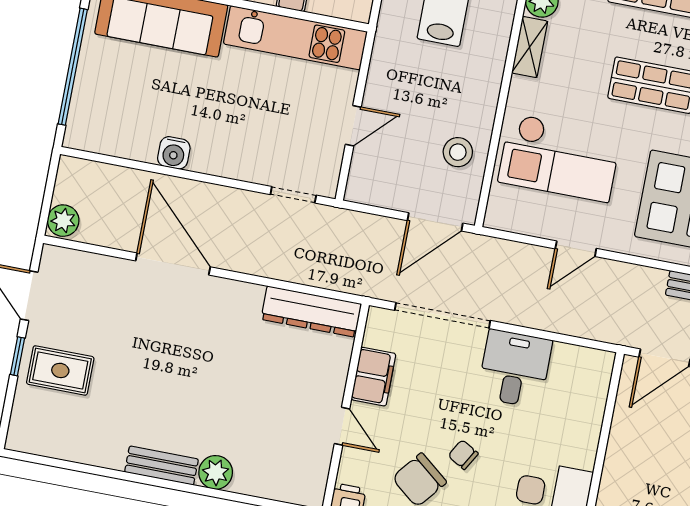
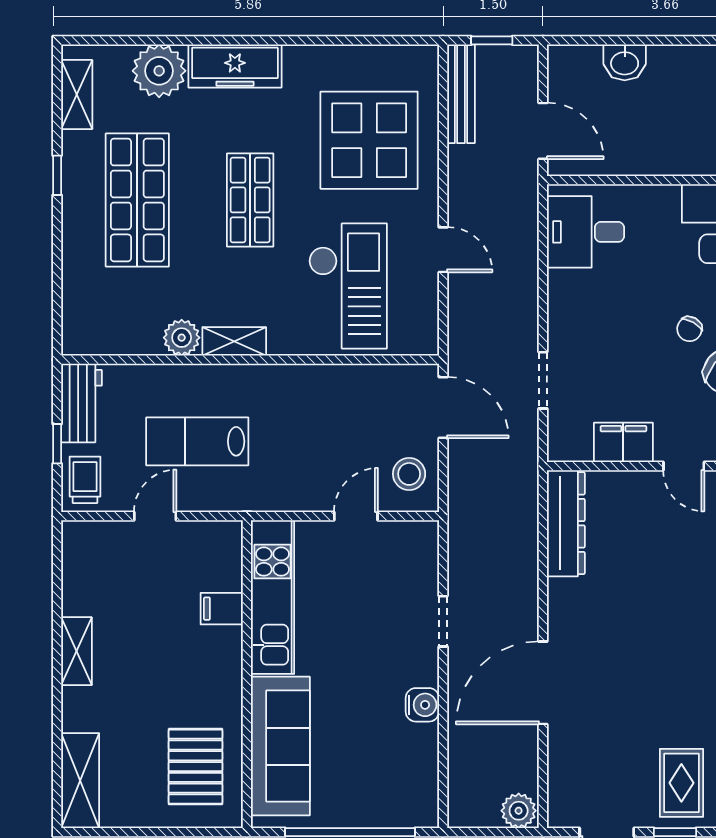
door: (353, 126) -> (356, 516), hinge flipped
stool: (458, 152) -> (409, 474), moved
doorway: (293, 195) -> (443, 621), moved
doorway: (443, 315) -> (543, 380), width x0.53
desk: (515, 369) -> (586, 232), moved
door: (342, 426) -> (684, 466), swing flipped

